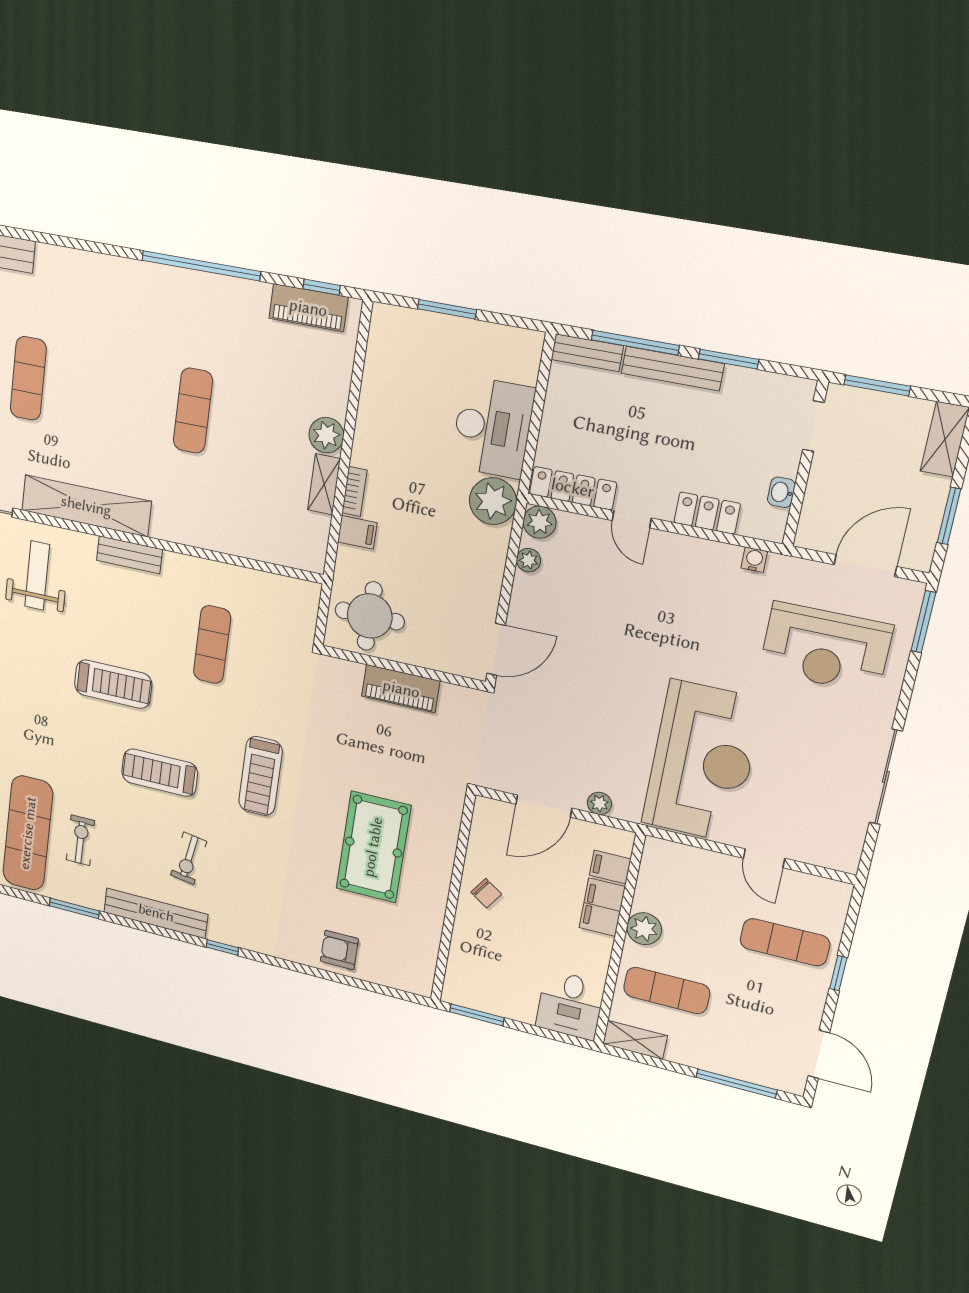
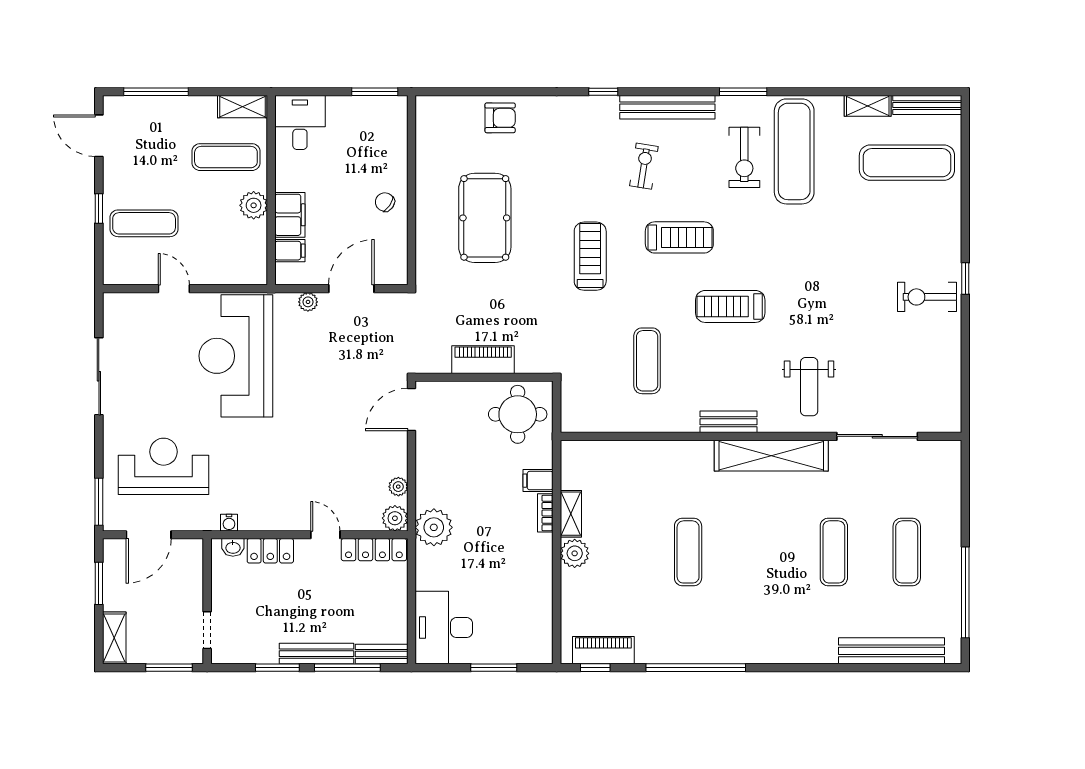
desk: (492, 427) -> (444, 628), moved
washbasin: (781, 492) -> (233, 547), moved, turned 90
exercise bike: (80, 840) -> (744, 157), width x1.38, depth x1.39

